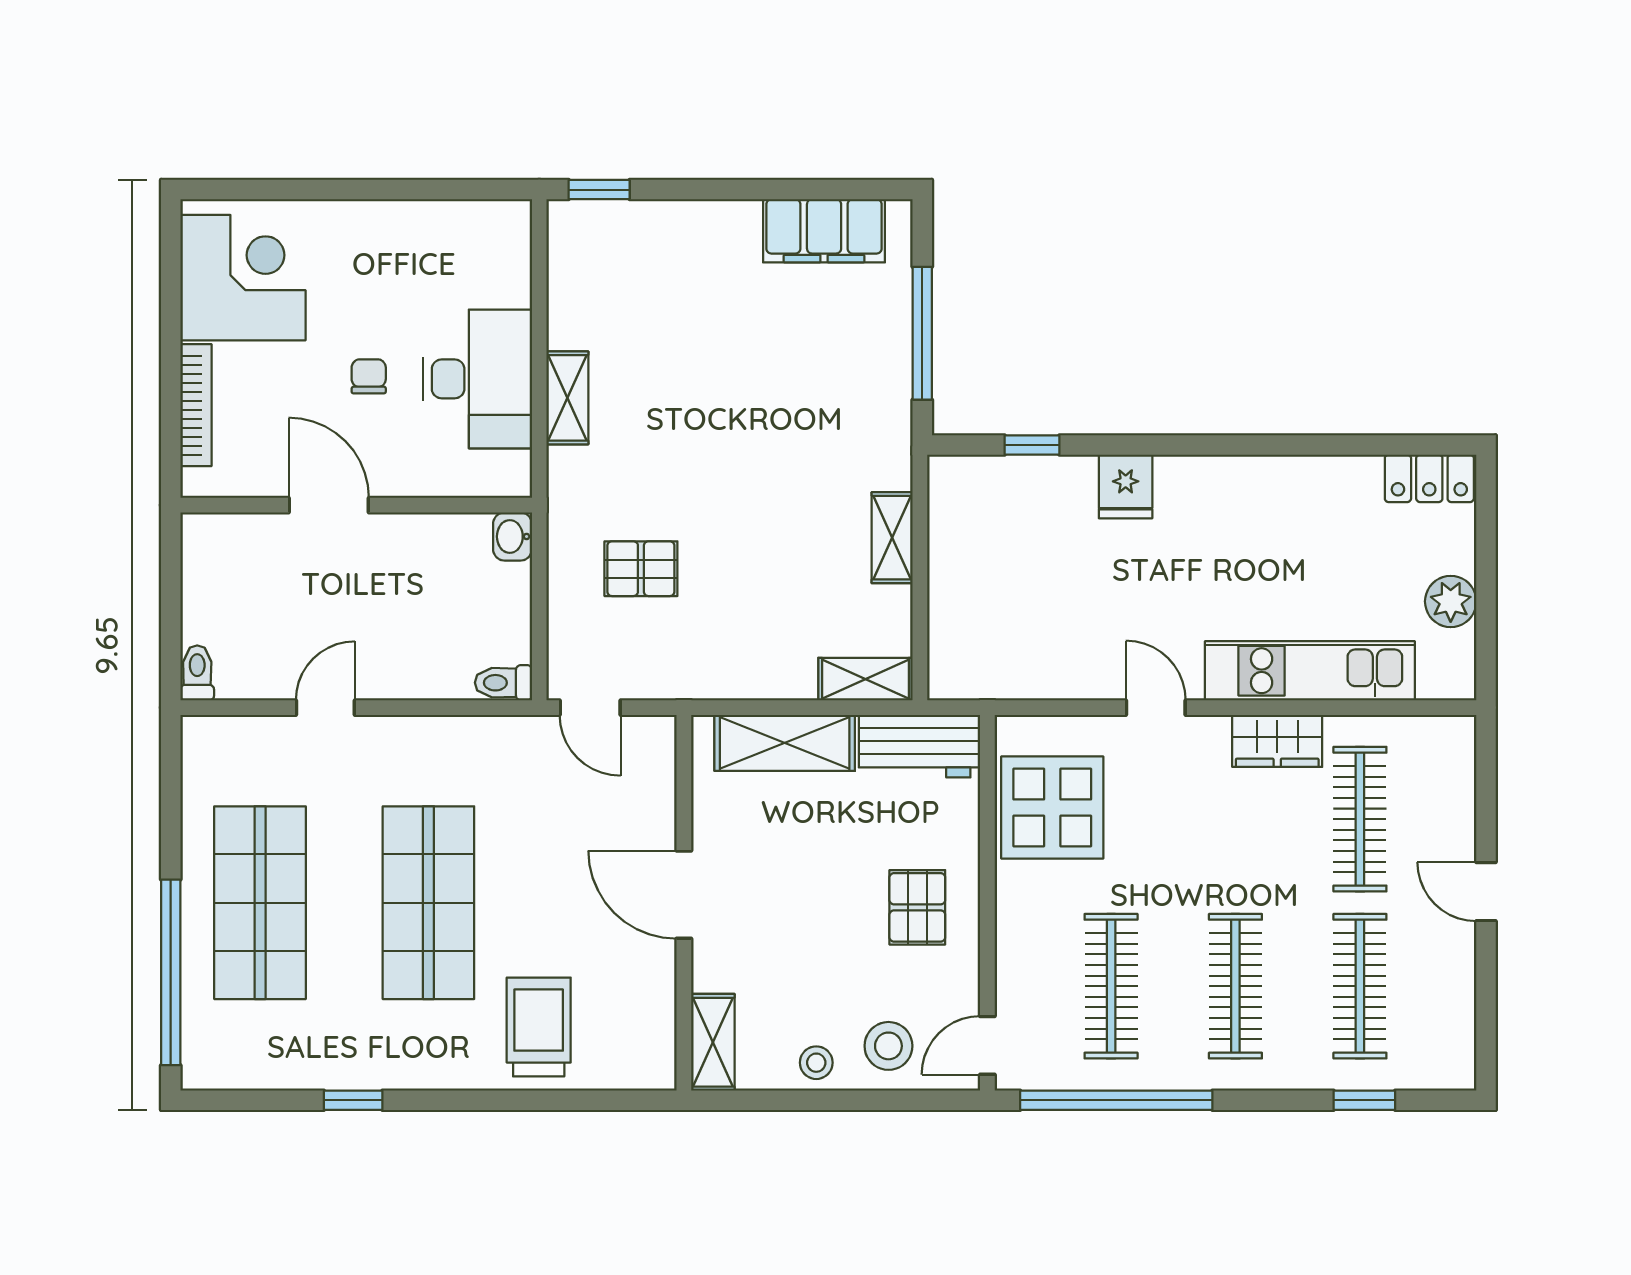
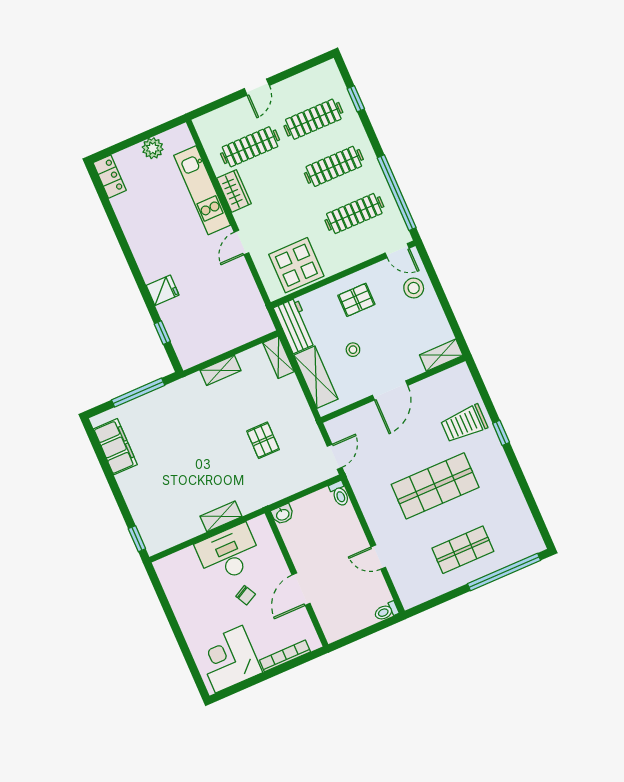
chair: (369, 376) -> (246, 595), turned -118
pallet: (641, 569) -> (263, 440), moved
shop shelf: (260, 903) -> (463, 550), width x0.70, depth x0.74
stool: (816, 1063) -> (353, 350), moved
window: (353, 1100) -> (501, 433), moved

